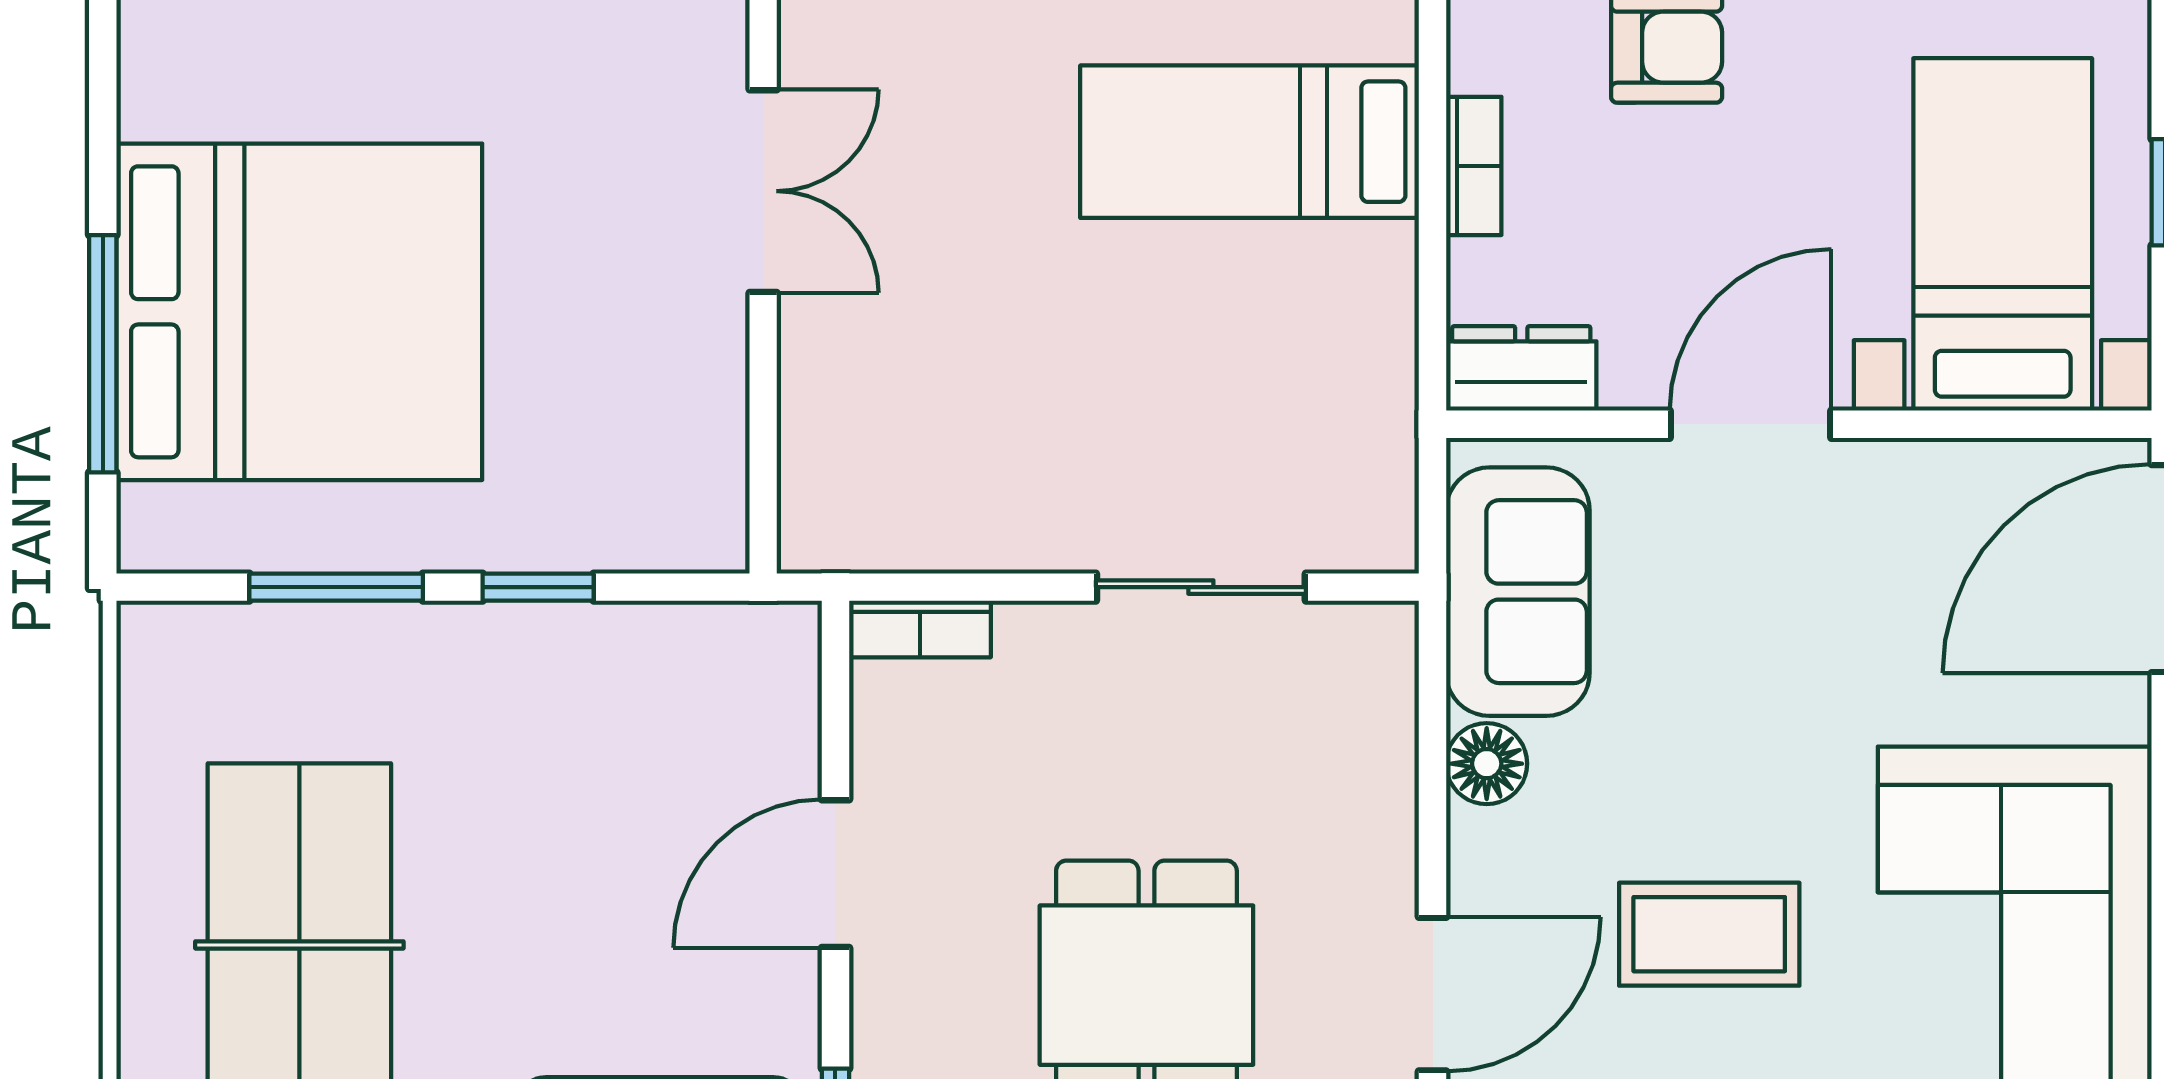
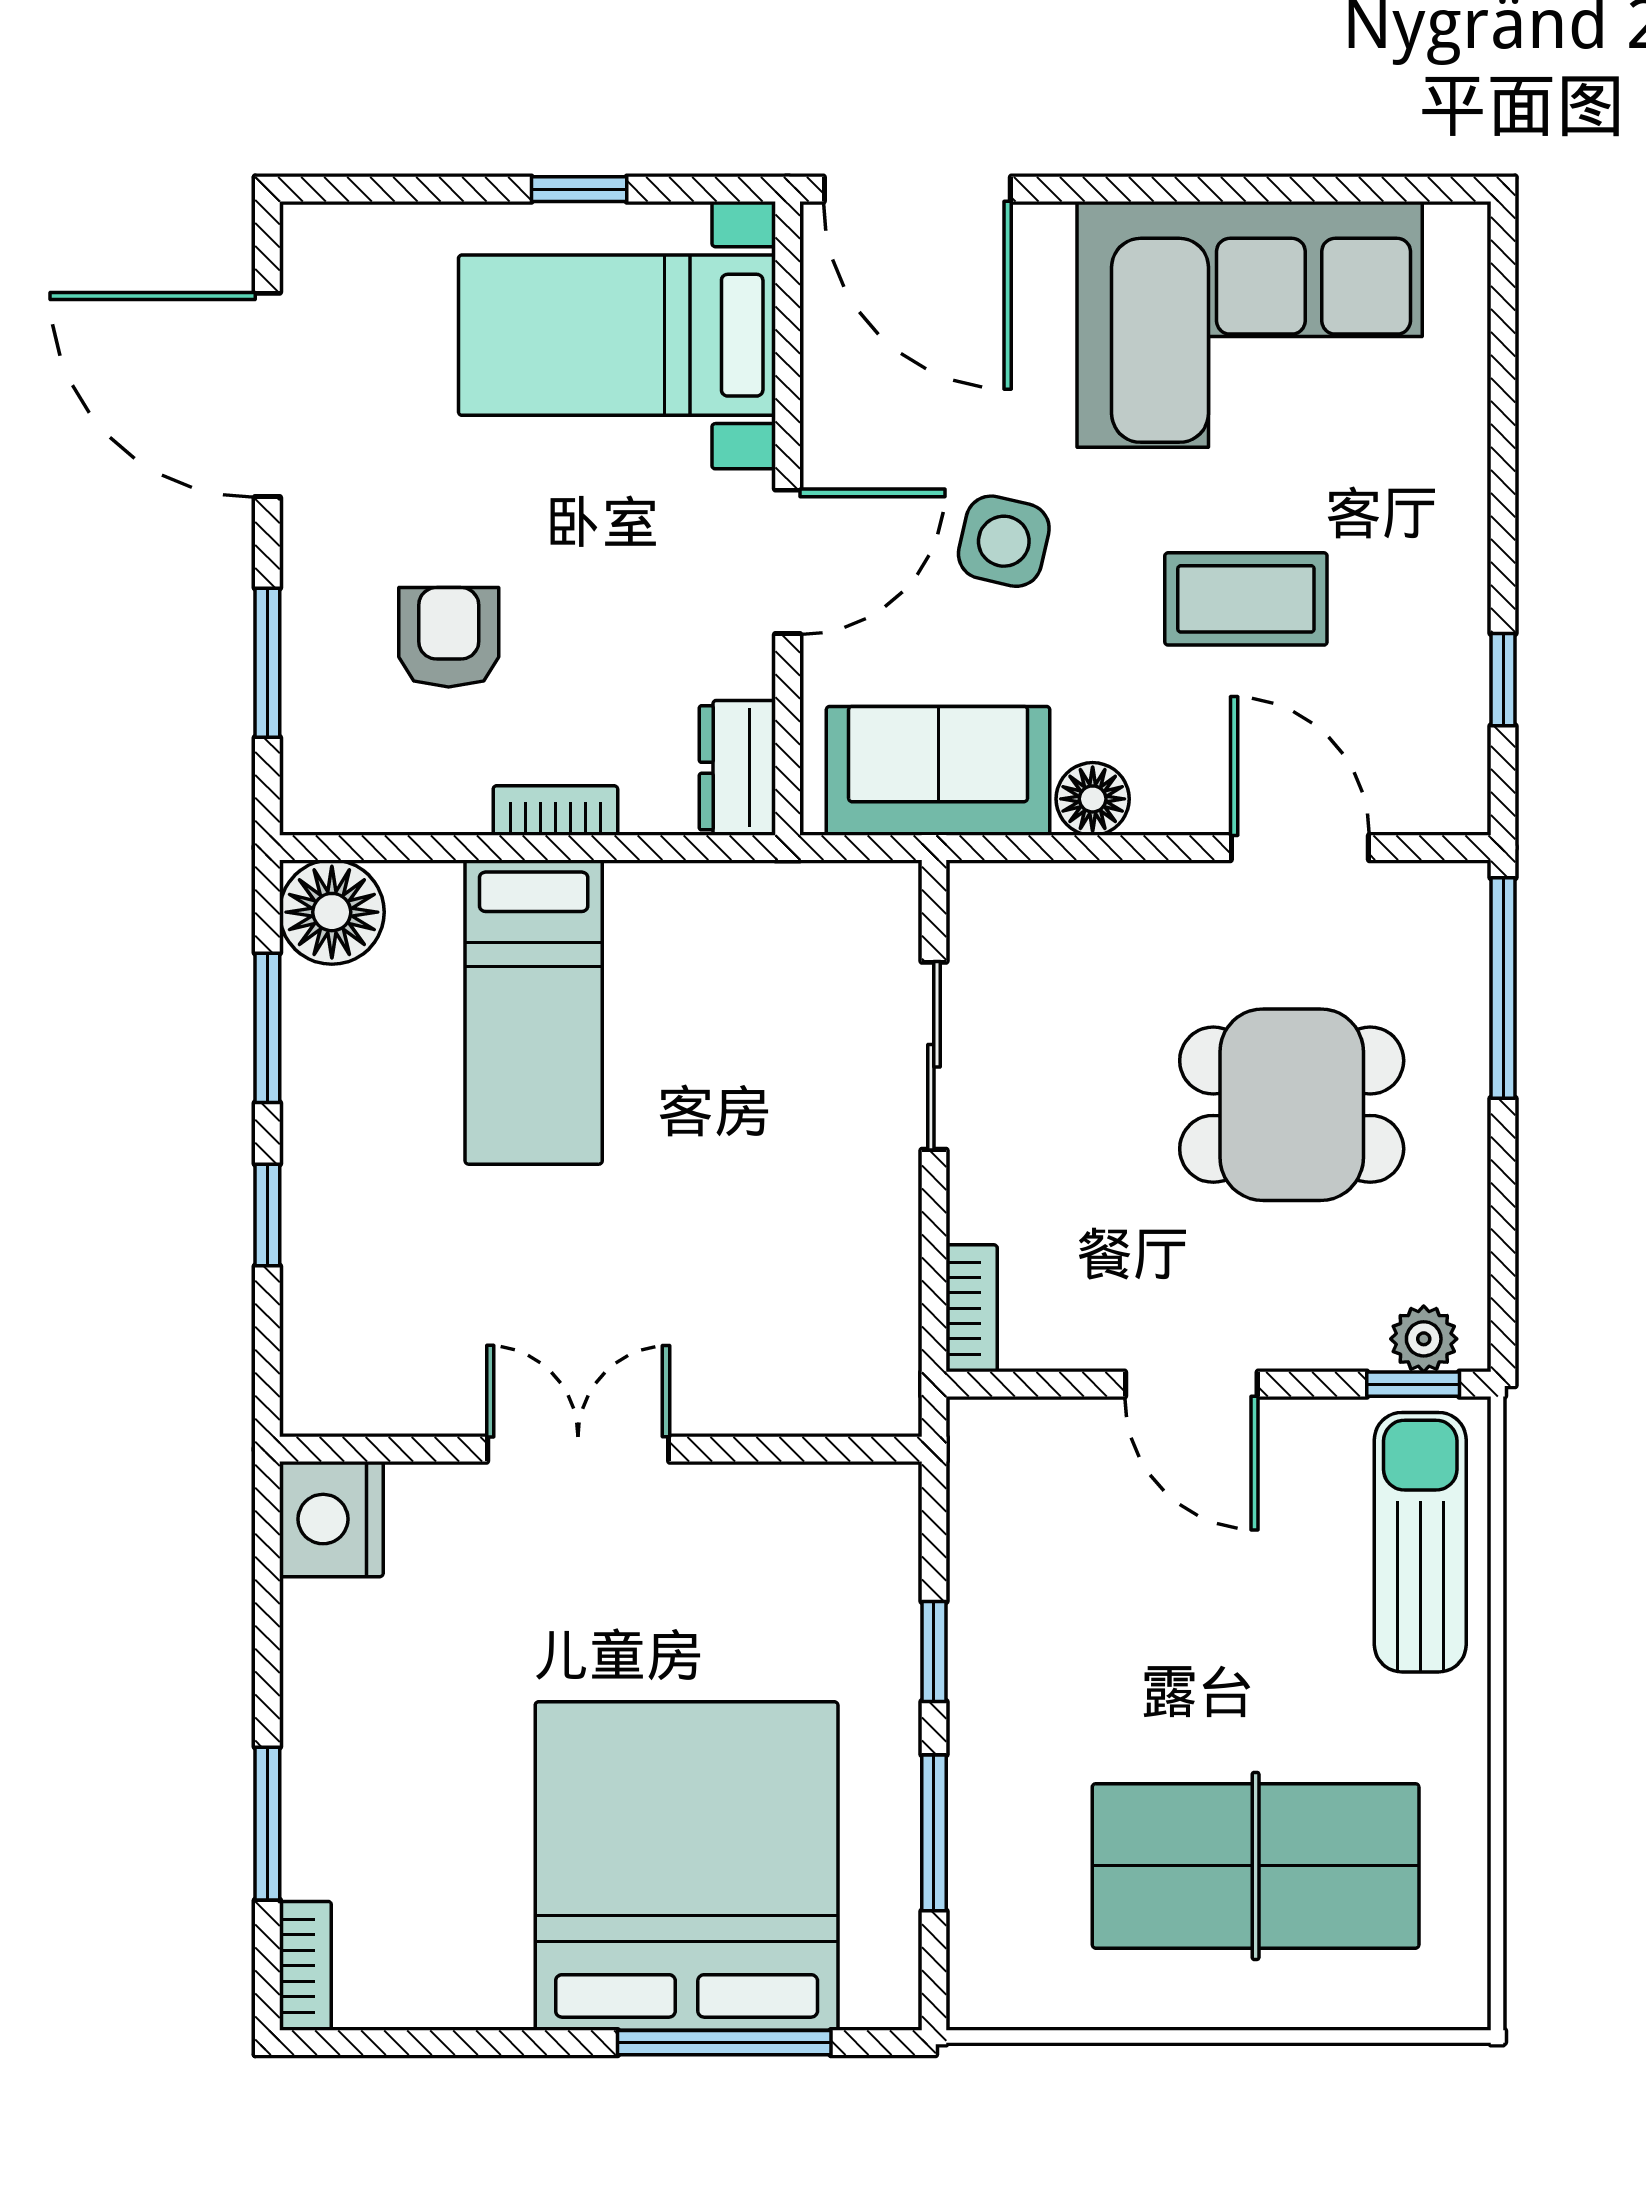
door: (1751, 424) -> (788, 562), swing flipped
side table: (1773, 665) -> (1004, 541), added
coffee table: (1709, 934) -> (1246, 599), turned 90

